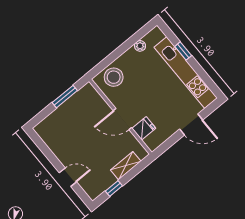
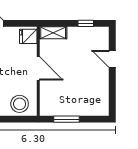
fridge: (144, 128) -> (28, 36), moved
shelving: (126, 166) -> (53, 33), moved

